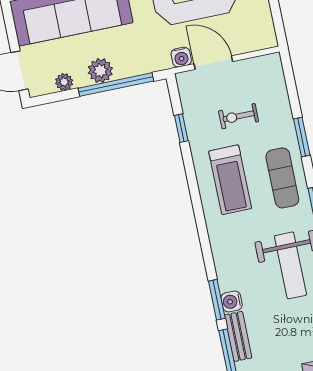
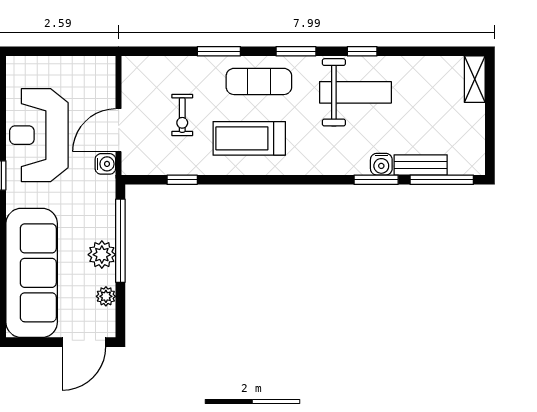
treadmill: (230, 180) -> (249, 138), turned 180

